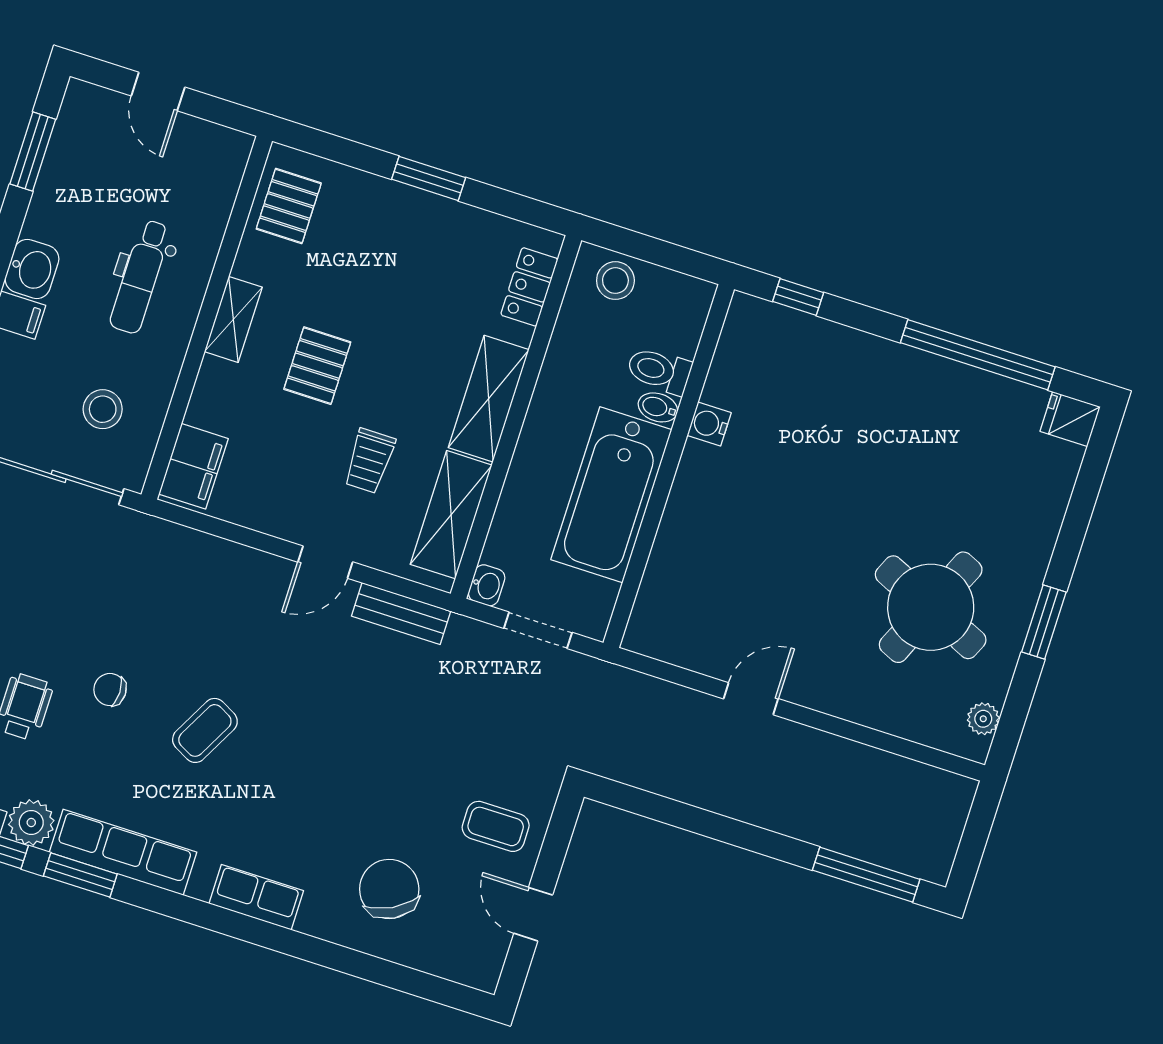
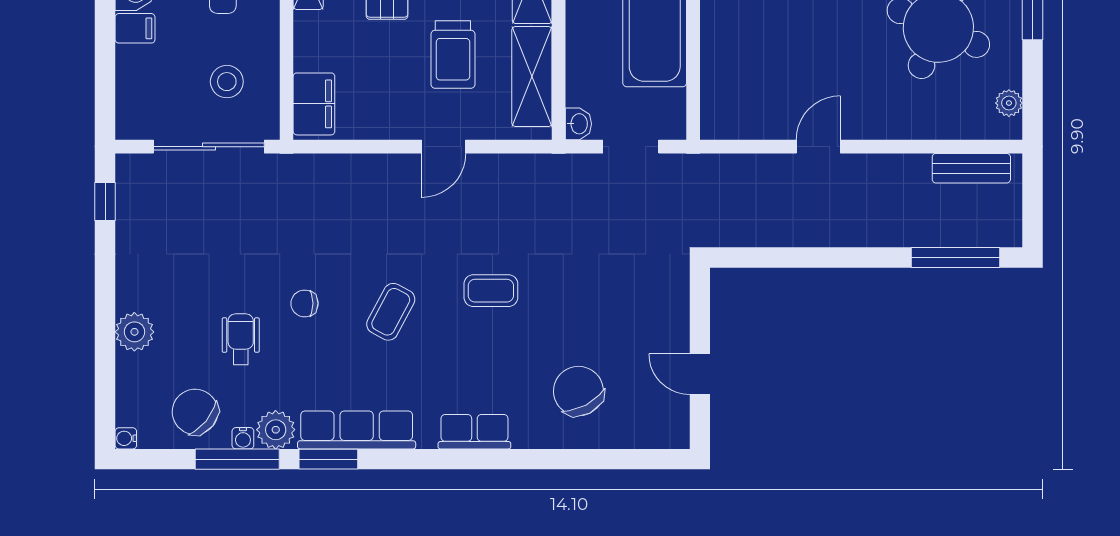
trolley: (369, 461) -> (453, 54), width x1.36, depth x1.39
bench: (401, 614) -> (971, 168), moved
coffee table: (496, 826) -> (491, 291), moved

